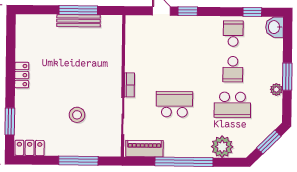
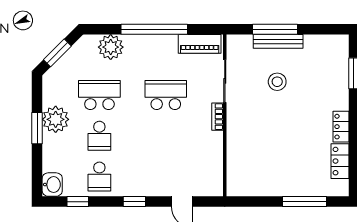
window: (78, 10) -> (305, 202), moved
window: (188, 11) -> (134, 202), moved
bench: (79, 21) -> (278, 41), moved
school desk: (233, 69) -> (99, 136), turned 180
plant: (276, 90) -> (56, 119), width x1.87, depth x1.87
school desk: (174, 104) -> (166, 95), turned 180
locker: (30, 148) -> (340, 161), moved, turned 90

